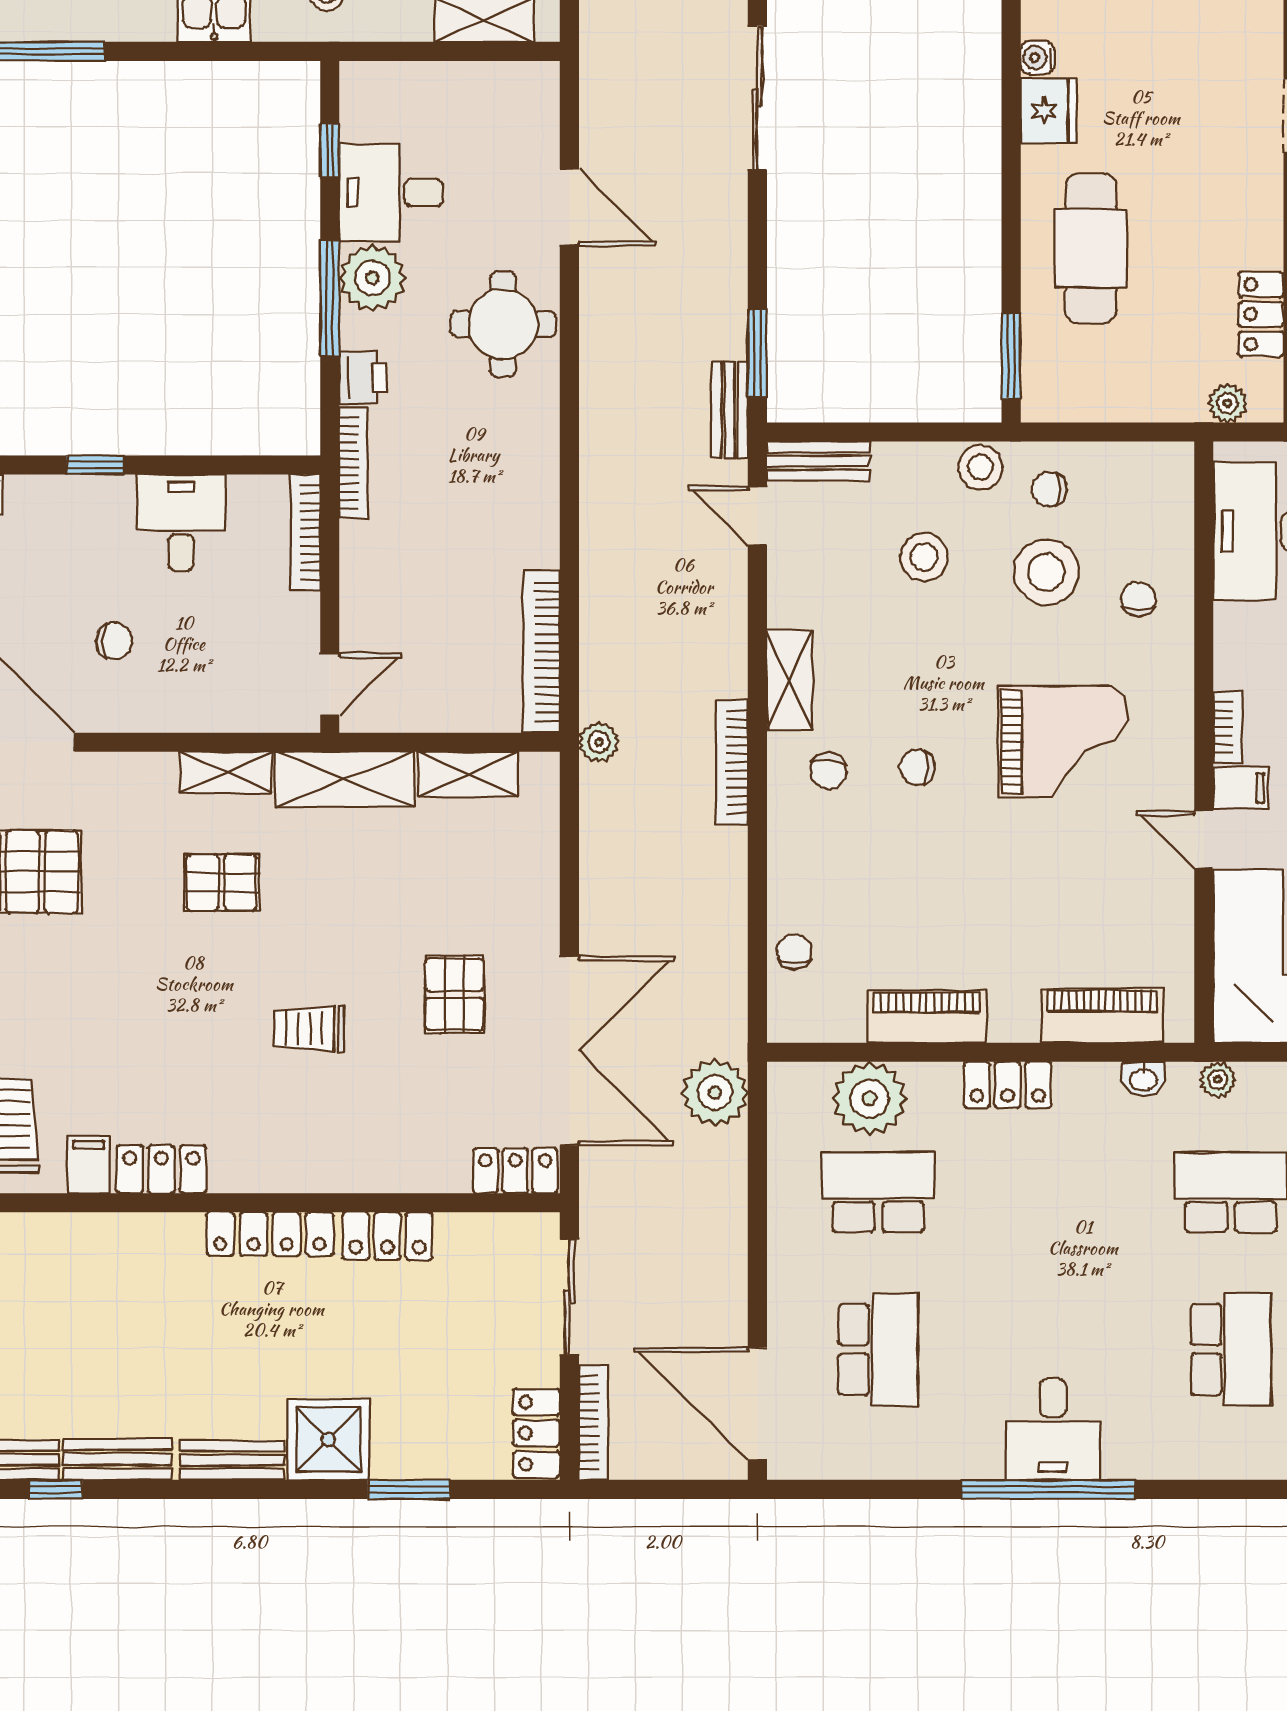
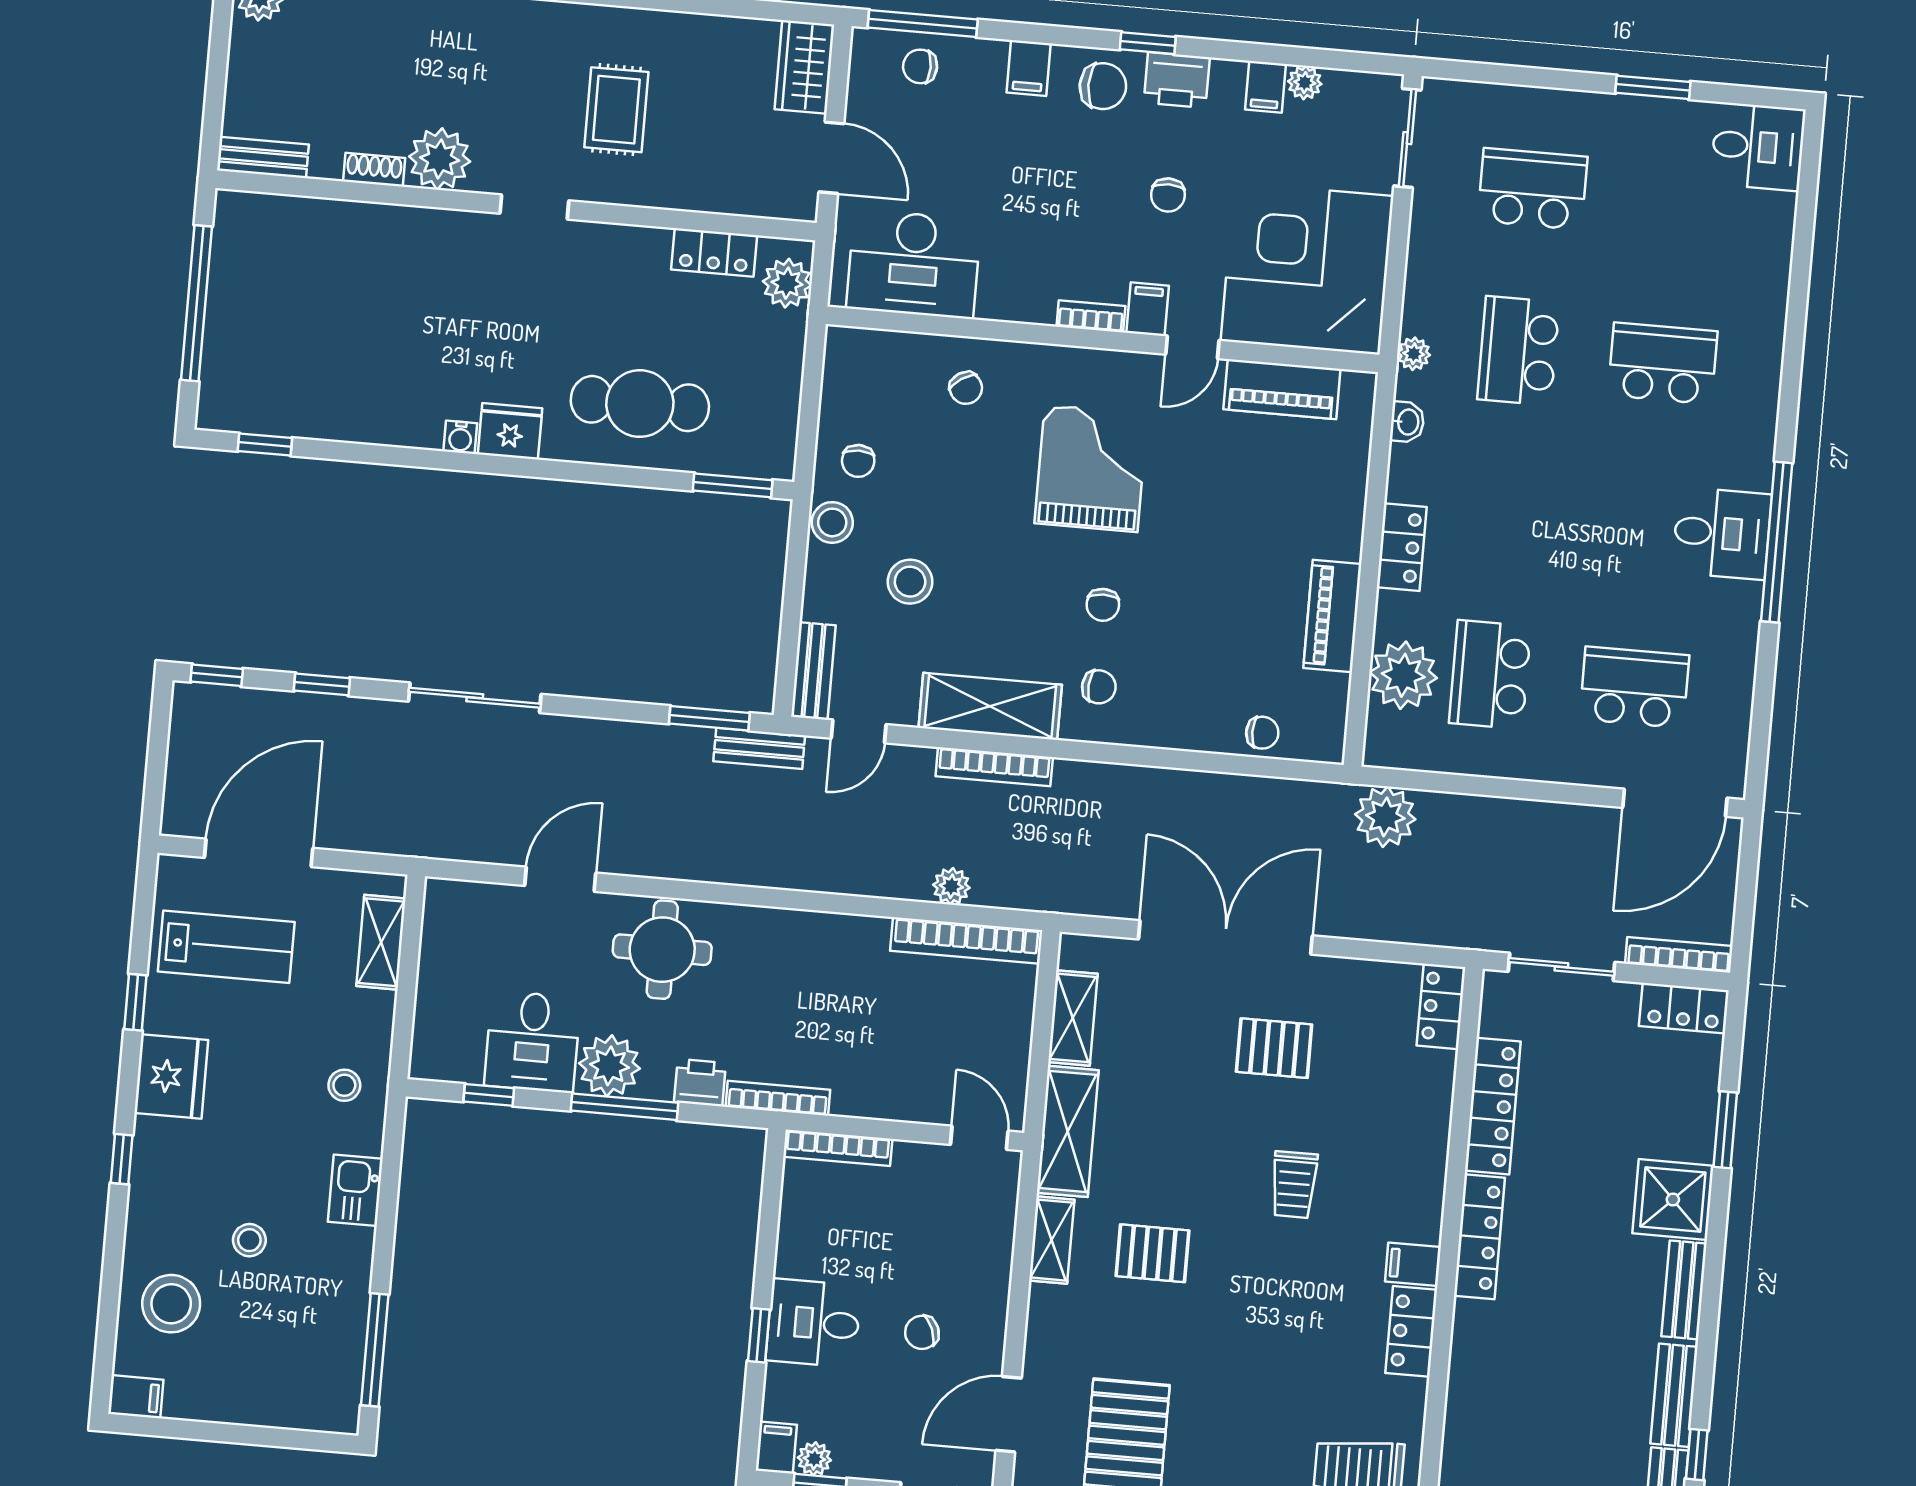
plant: (1227, 403) -> (787, 283), width x1.38, depth x1.38
desk: (181, 523) -> (813, 1323), moved
stool: (1046, 572) -> (934, 470), removed
chair: (1138, 599) -> (966, 388), turned -123
chair: (114, 641) -> (922, 1332), turned -112
shelving: (789, 680) -> (990, 706), width x1.50, depth x1.33
plant: (599, 742) -> (951, 886), moved
bookcase: (732, 762) -> (994, 767), moved
pallet: (221, 882) -> (1153, 1253), turned 90
chair: (794, 952) -> (1262, 733), turned 180
piano: (1102, 1016) -> (1282, 389), moved, turned -90
double door: (569, 1051) -> (1225, 937), moved
filing cabinet: (89, 1165) -> (1413, 1264), moved
locker: (387, 1236) -> (1493, 1106), width x1.53

